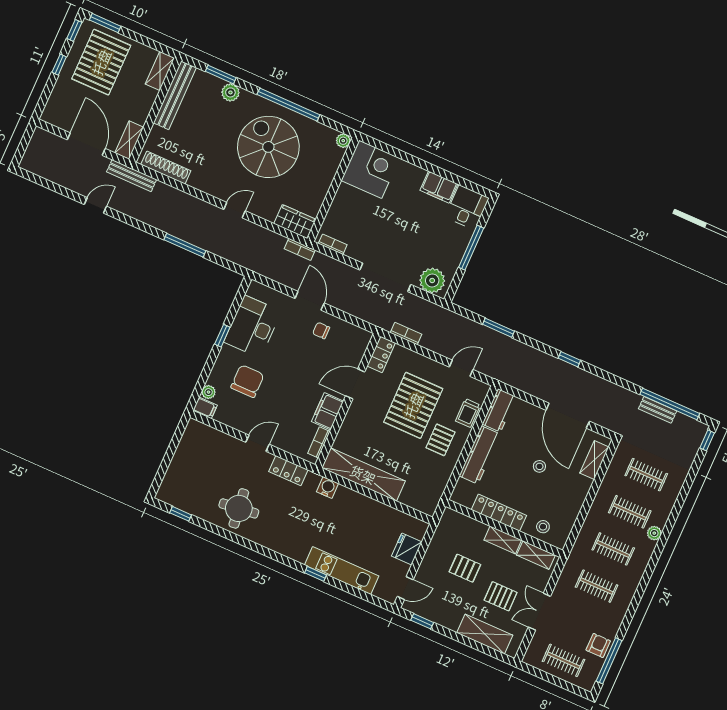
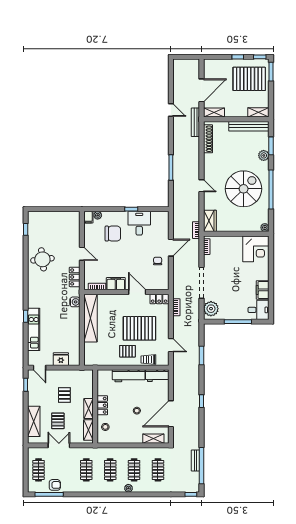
desk: (253, 327) -> (139, 223), width x0.73
locker: (499, 513) -> (102, 405), width x0.66

